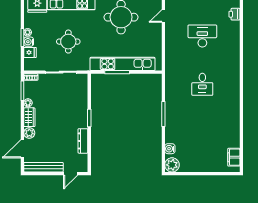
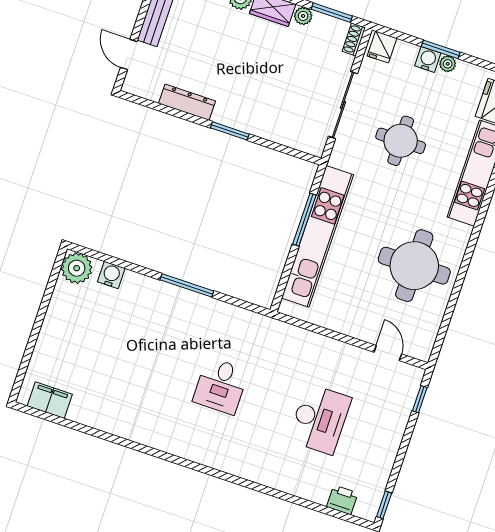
fridge: (30, 52) -> (382, 47), moved
desk: (202, 84) -> (221, 386), turned -90

